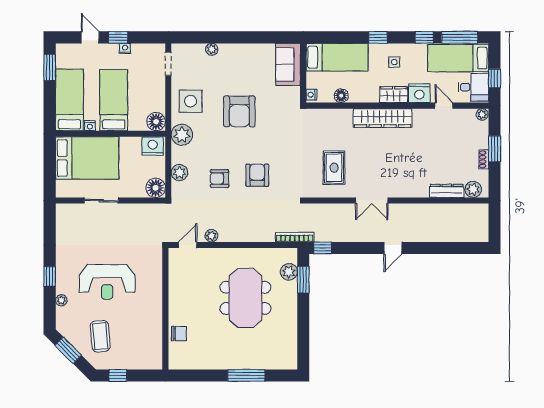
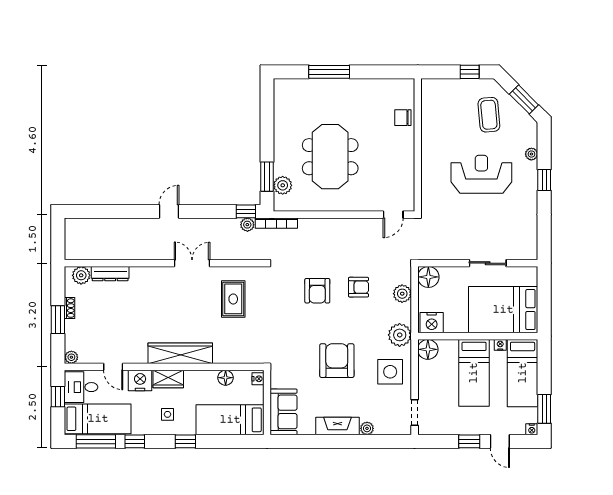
nightstand: (125, 48) -> (532, 429), moved
fireplace: (239, 51) -> (337, 426), added
plant: (211, 236) -> (247, 225), moved

